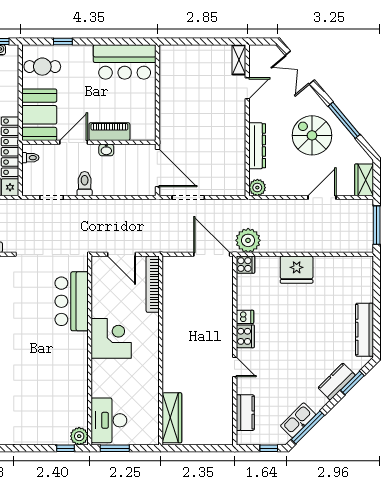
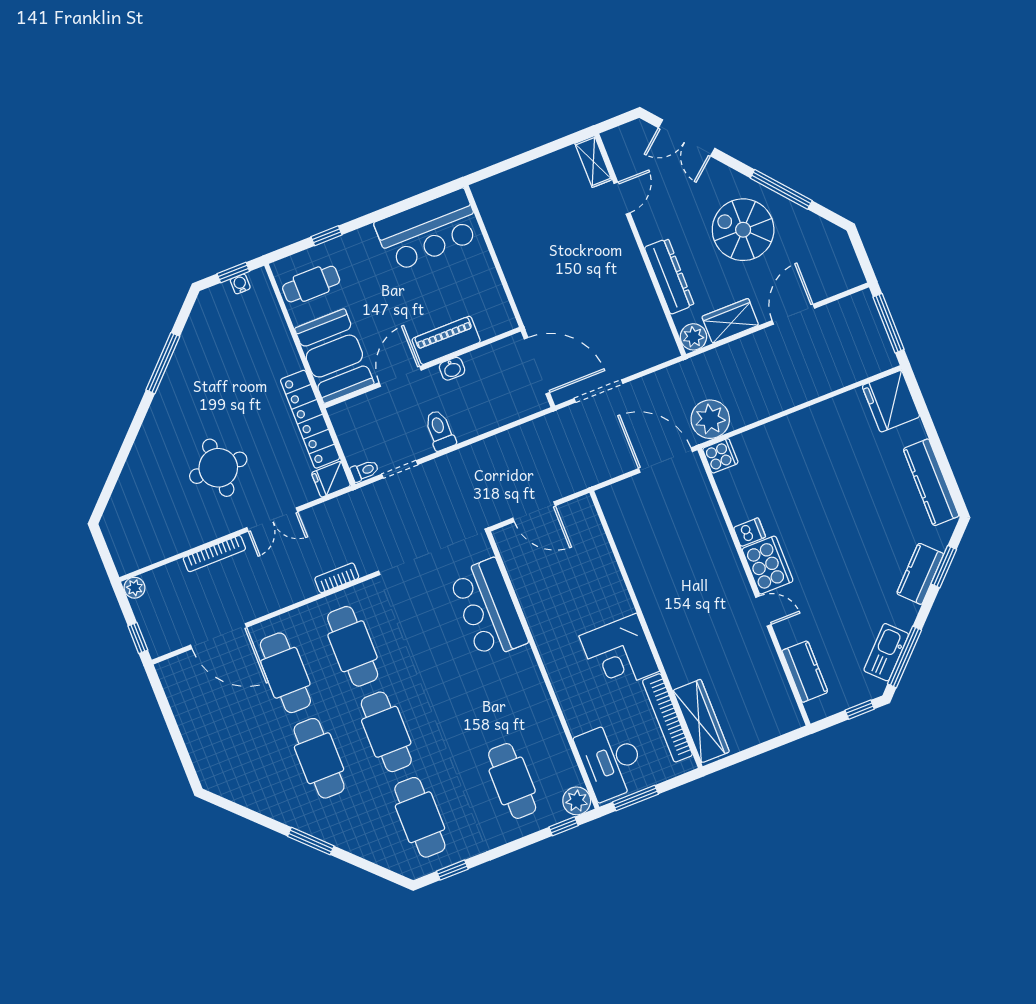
toilet: (30, 158) -> (365, 471), moved
wardrobe: (364, 180) -> (730, 321), moved, turned 90
fridge: (297, 270) -> (891, 401), moved, turned 90
bookcase: (153, 284) -> (667, 718), moved
cooker: (245, 336) -> (768, 565), width x1.37, depth x1.31
corner desk: (111, 338) -> (619, 654), moved, turned 180
cafe table: (45, 409) -> (512, 781), added

